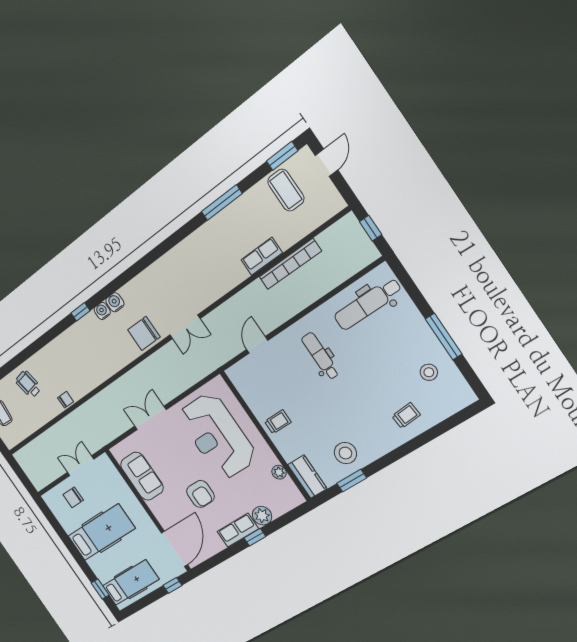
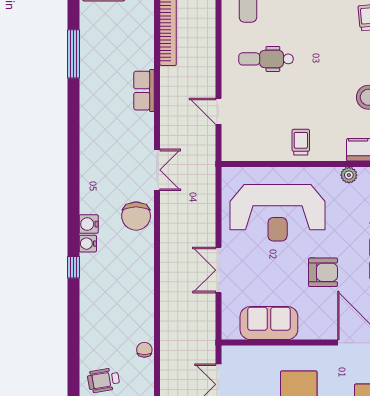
row of seats: (262, 256) -> (144, 91), moved

